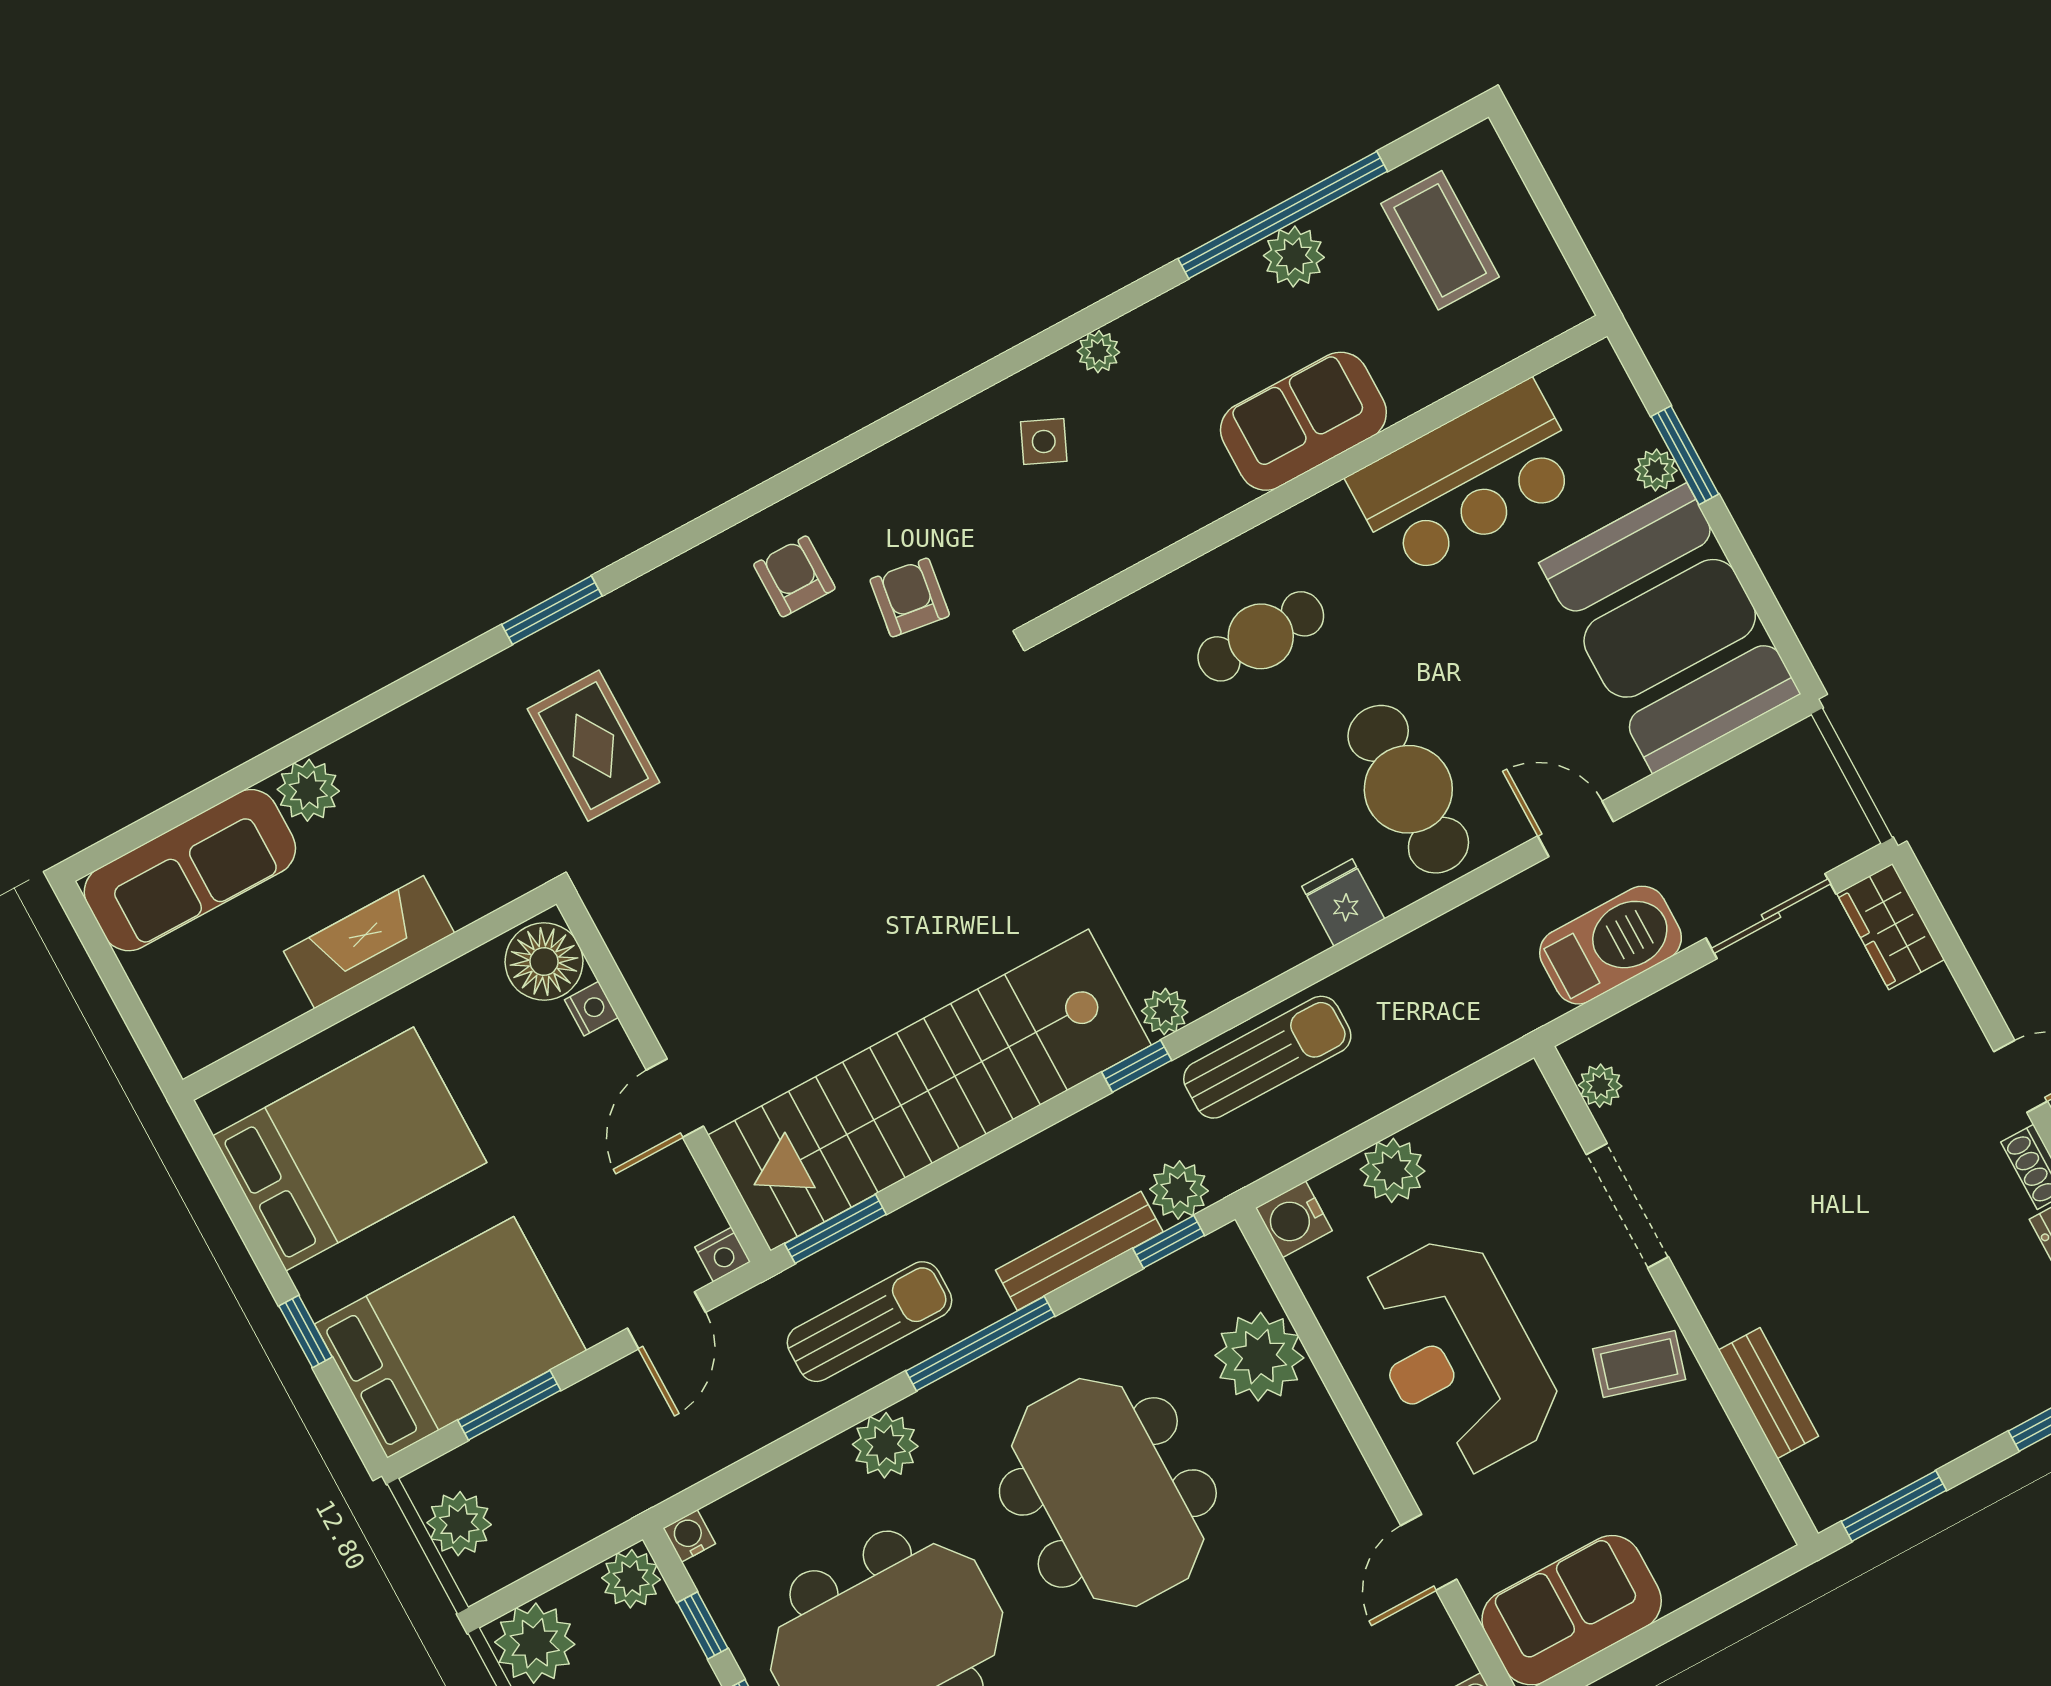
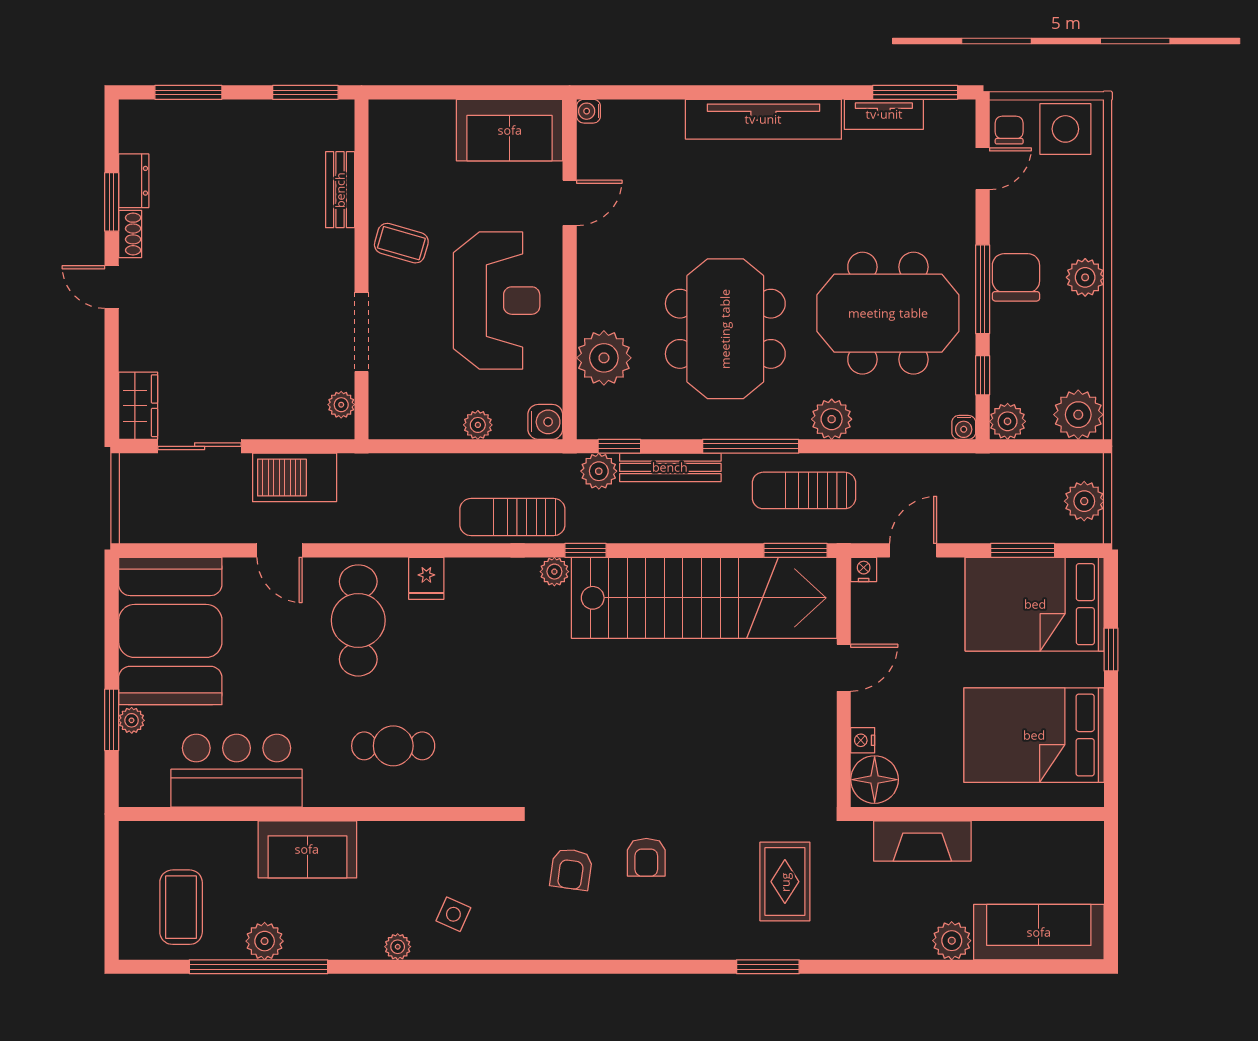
armchair: (794, 576) -> (646, 857), moved
fireplace: (369, 942) -> (922, 841), moved
plant: (1393, 1170) -> (478, 425), width x0.73, depth x0.73

